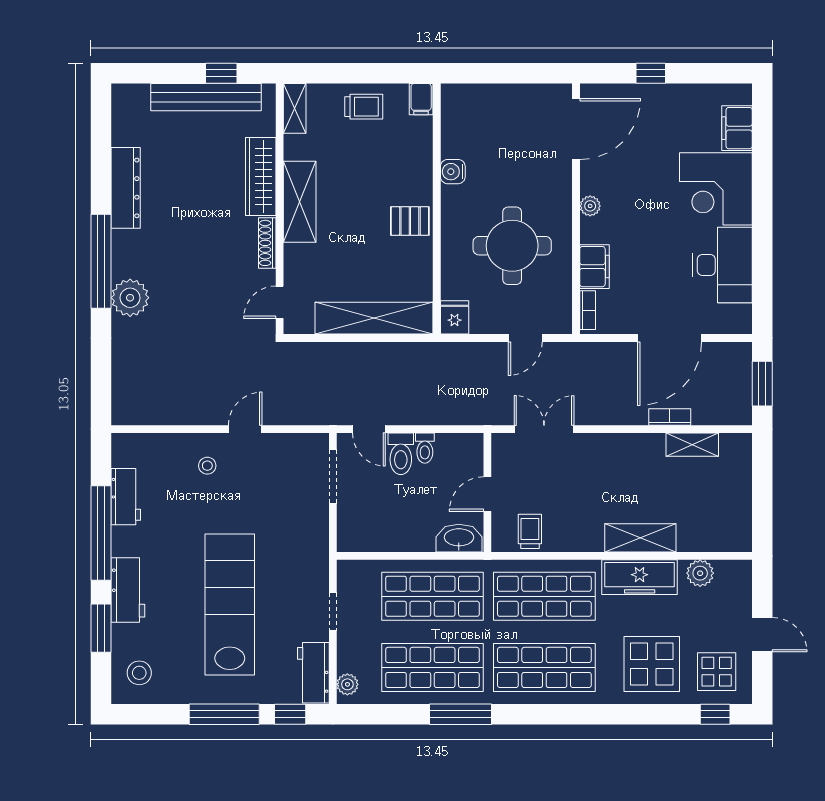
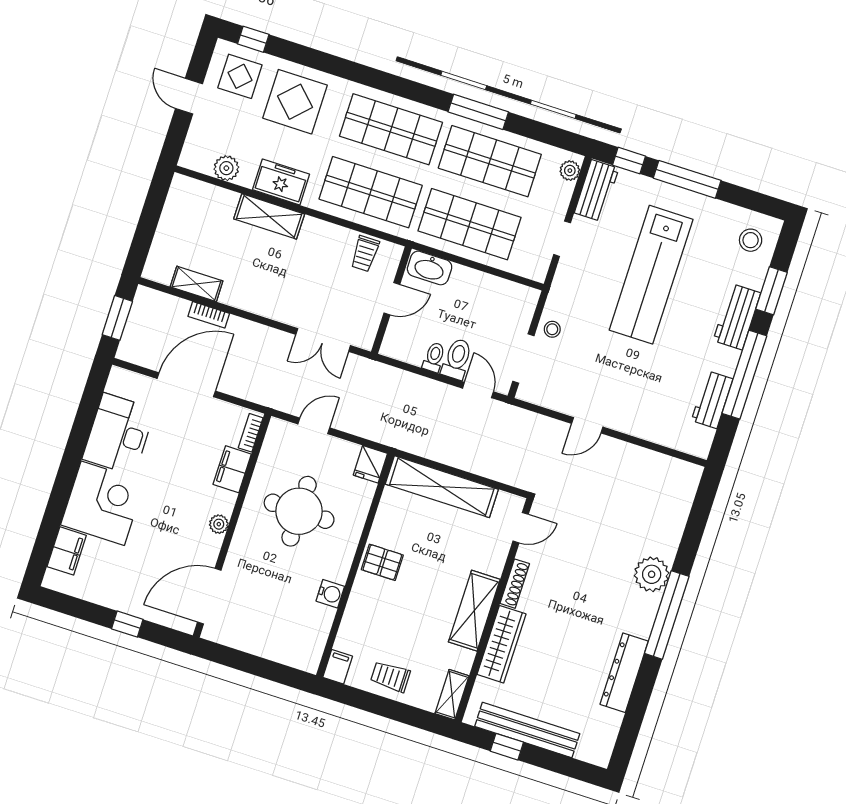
stool: (207, 466) -> (552, 329), moved
freezer: (640, 577) -> (281, 182), width x0.71

